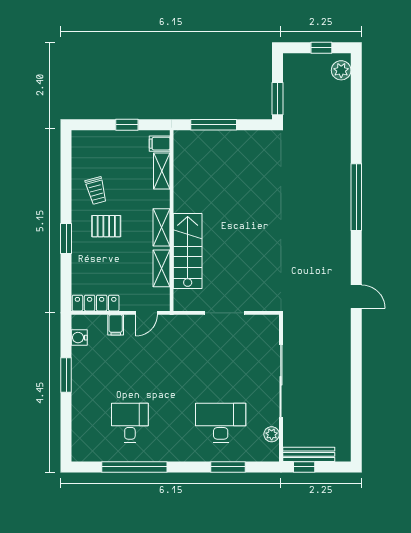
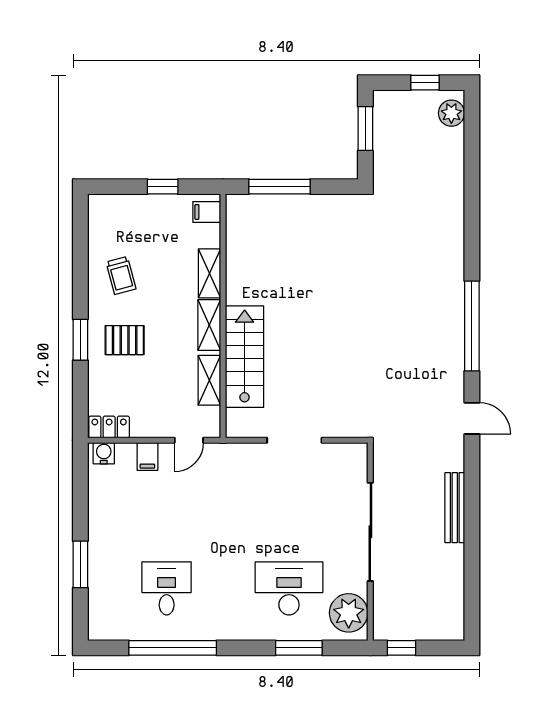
window: (277, 99) -> (365, 128), moved
shelving: (162, 171) -> (210, 273), moved
window: (356, 197) -> (472, 326), moved
pallet: (106, 226) -> (125, 340), moved
locker: (96, 303) -> (109, 427), width x0.66
water cooler: (79, 338) -> (104, 453), moved, turned 90
window: (66, 375) -> (80, 564), moved
plant: (272, 434) -> (349, 613), width x1.88, depth x1.88
bench: (309, 454) -> (455, 508), moved, turned 90

